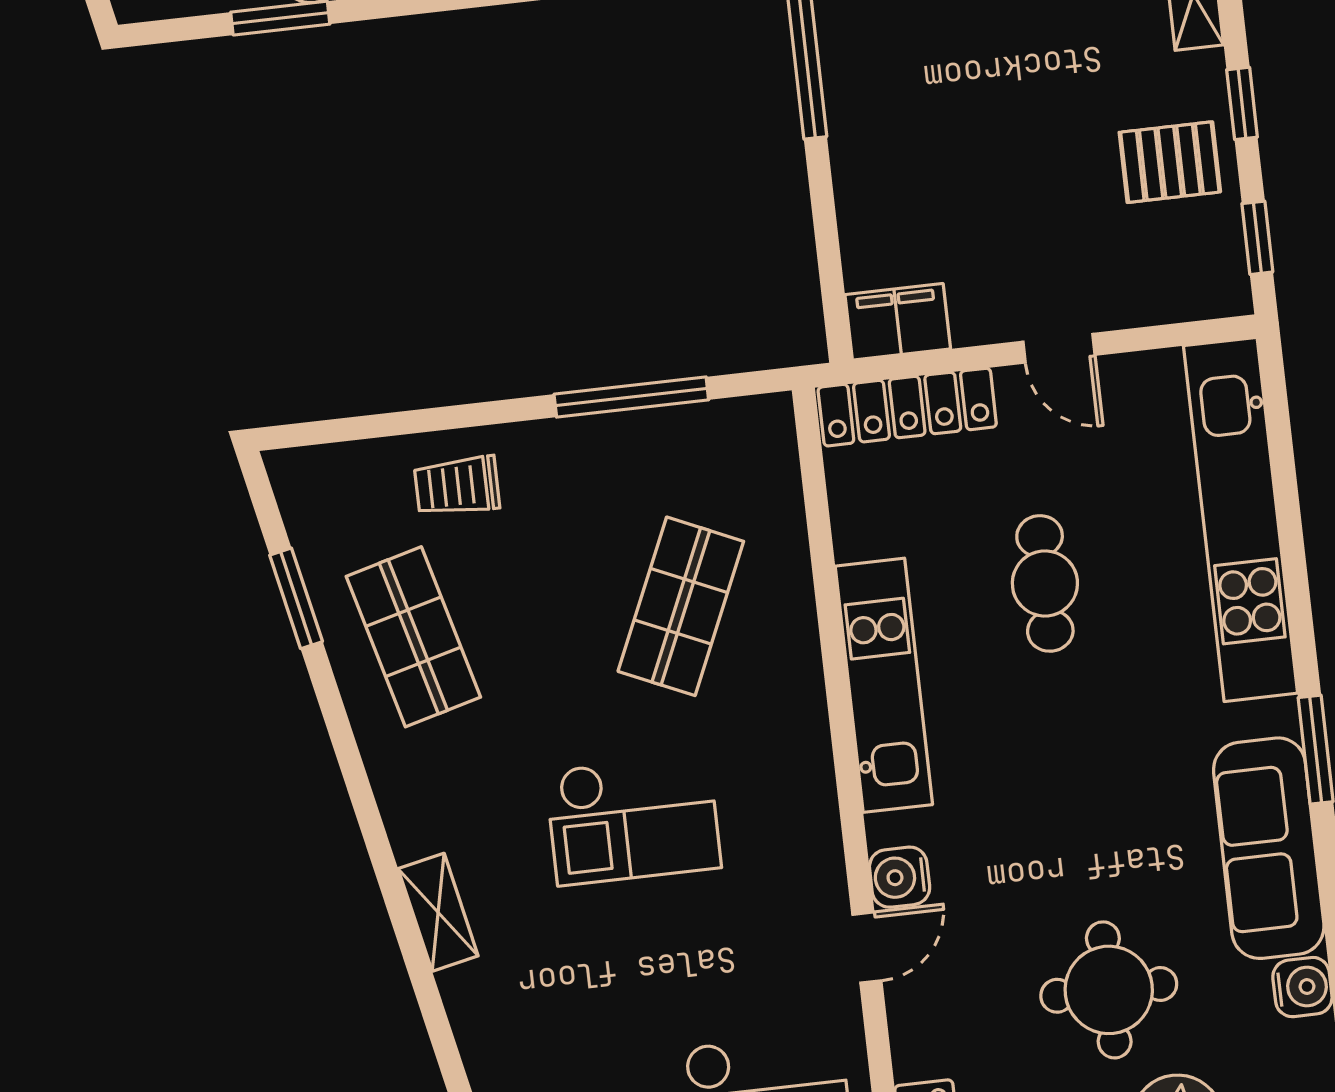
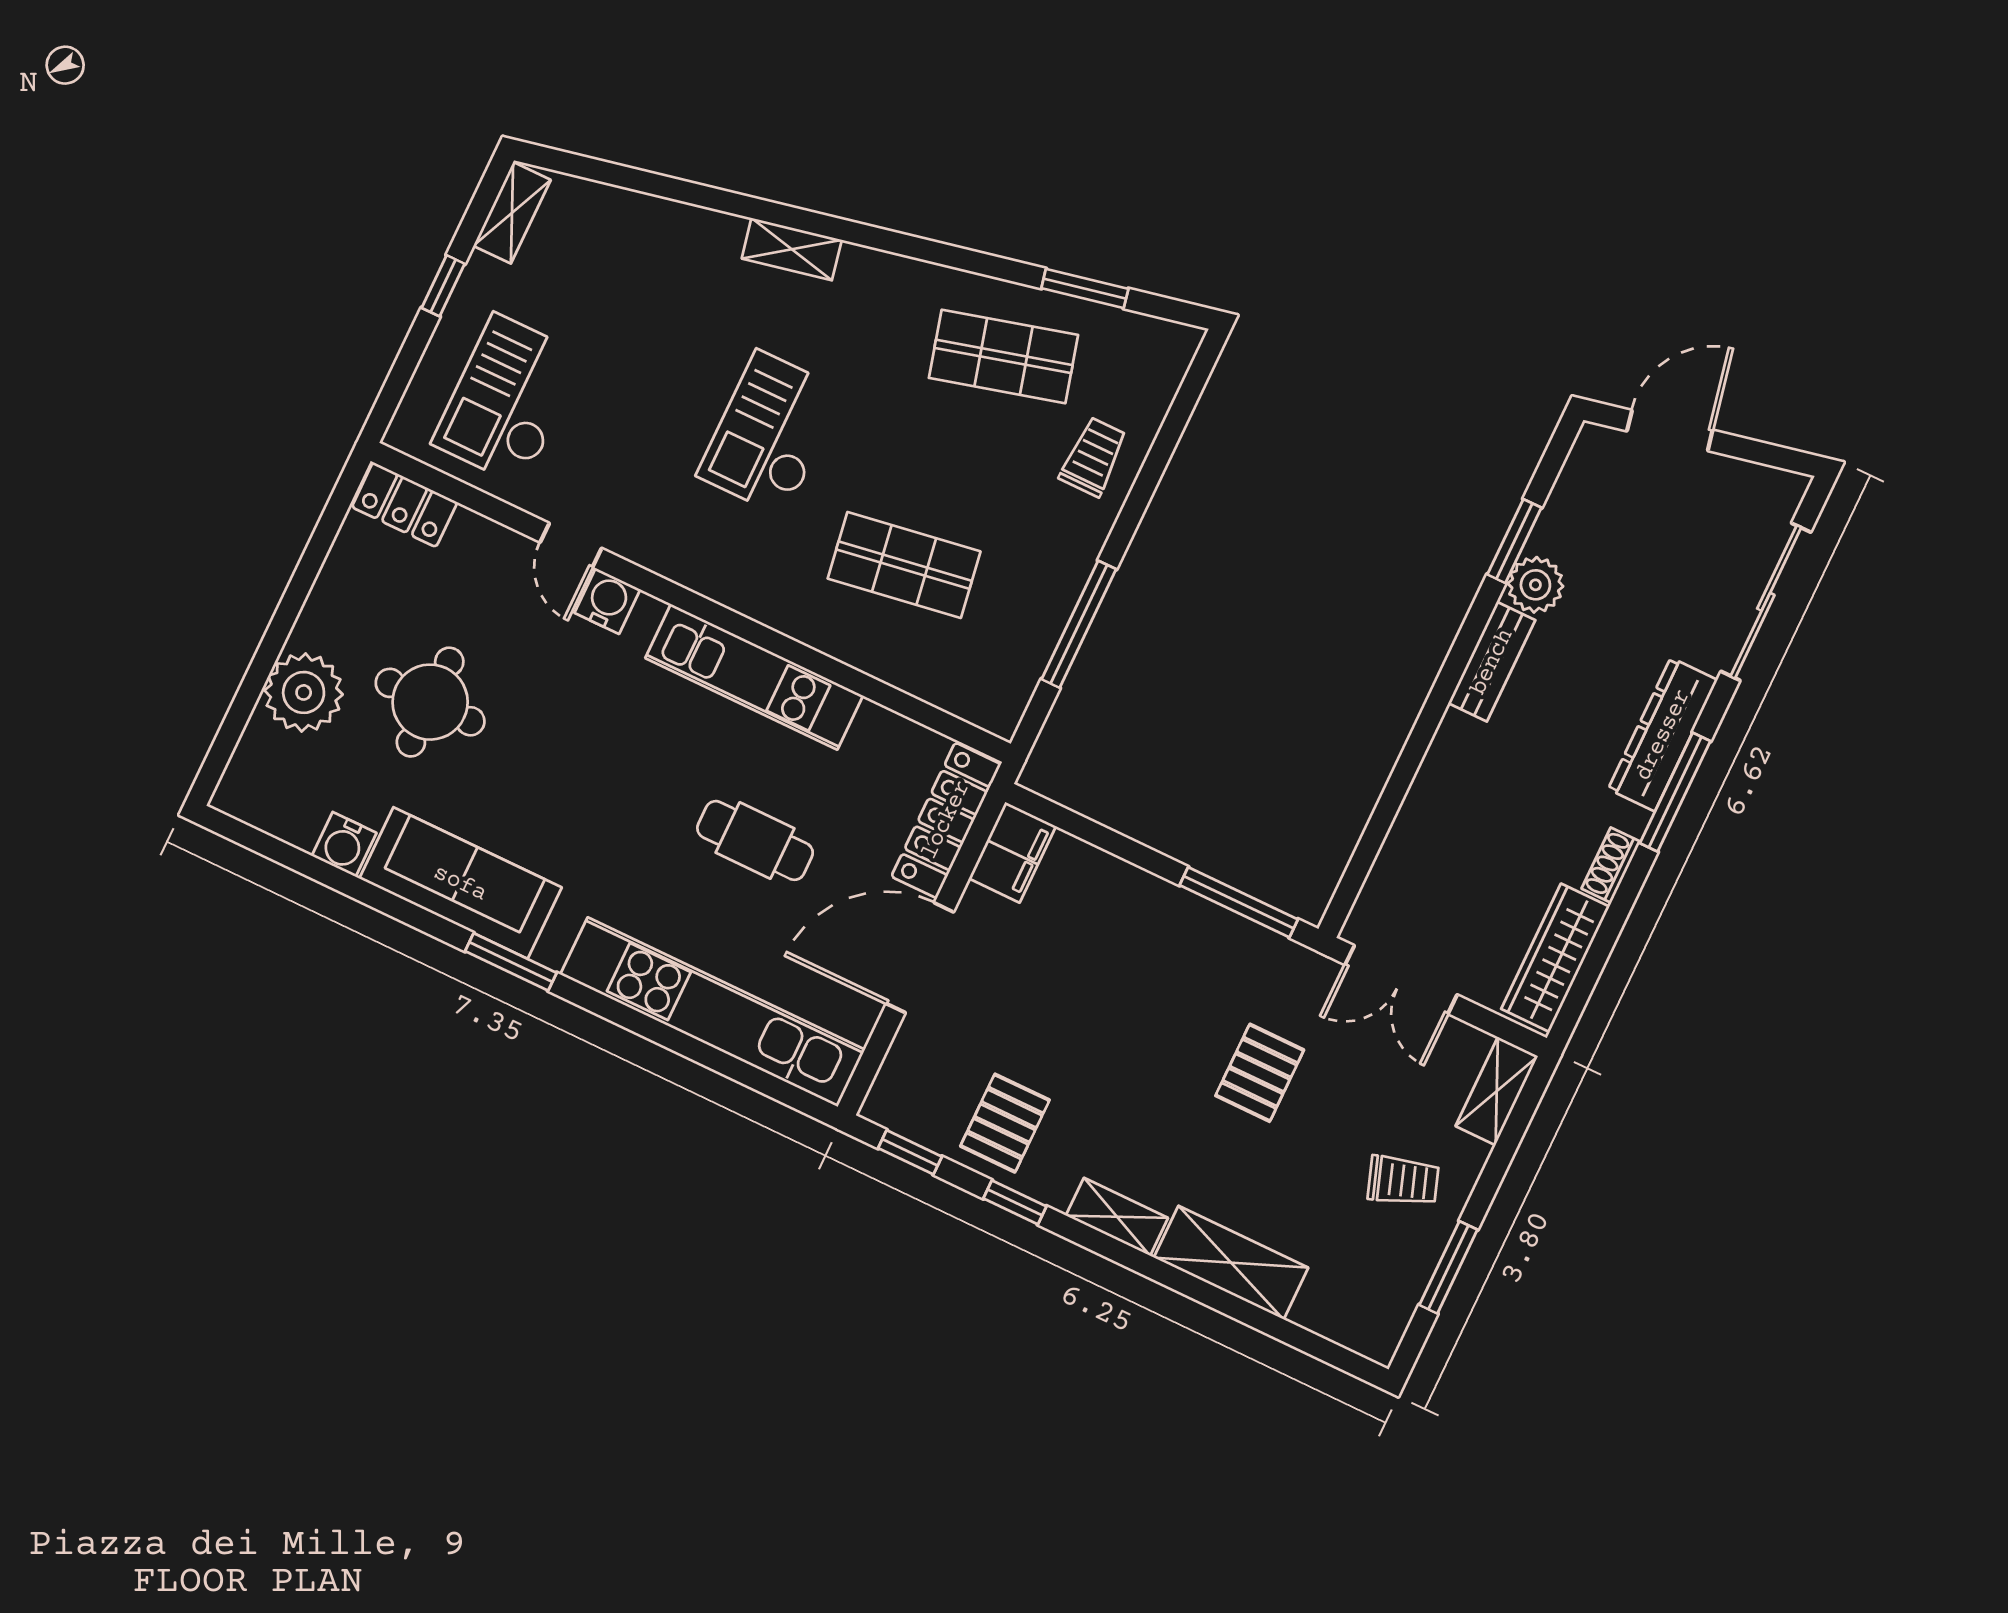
door: (1059, 348) -> (920, 958), width x1.88
shop shelf: (681, 606) -> (904, 565), turned -33

